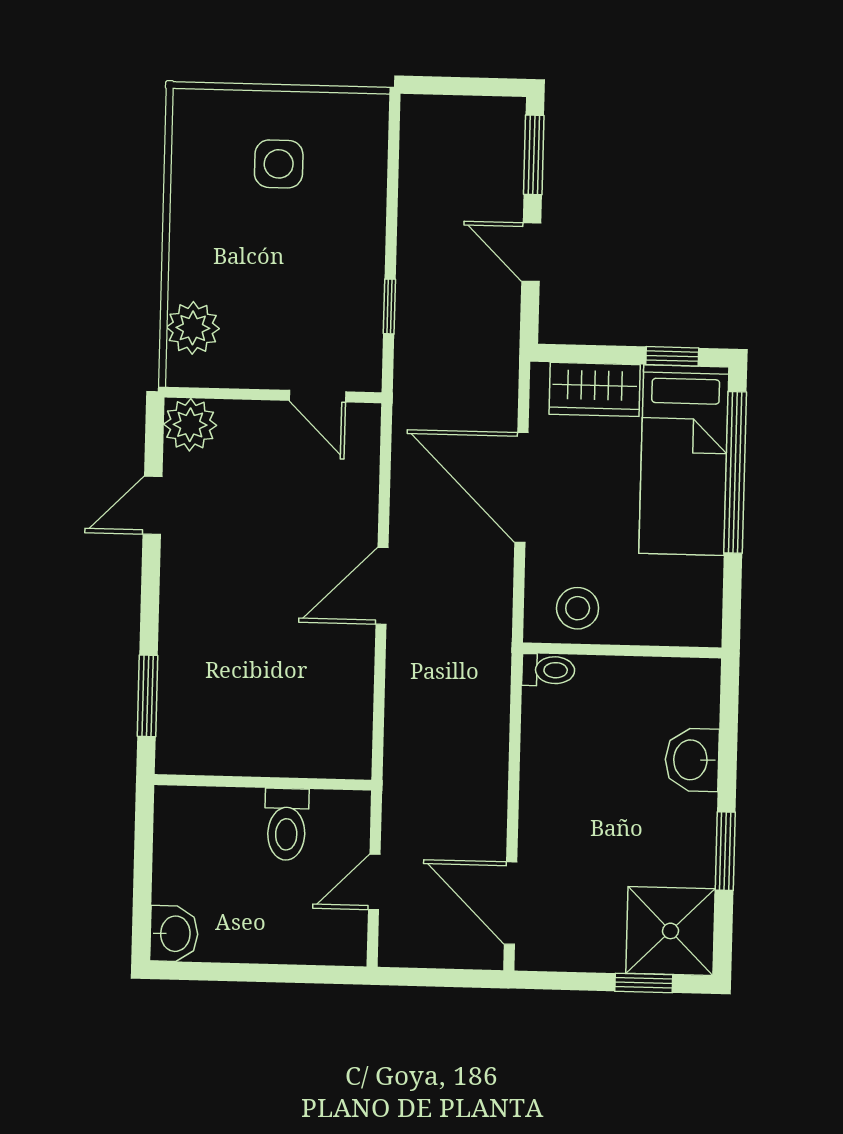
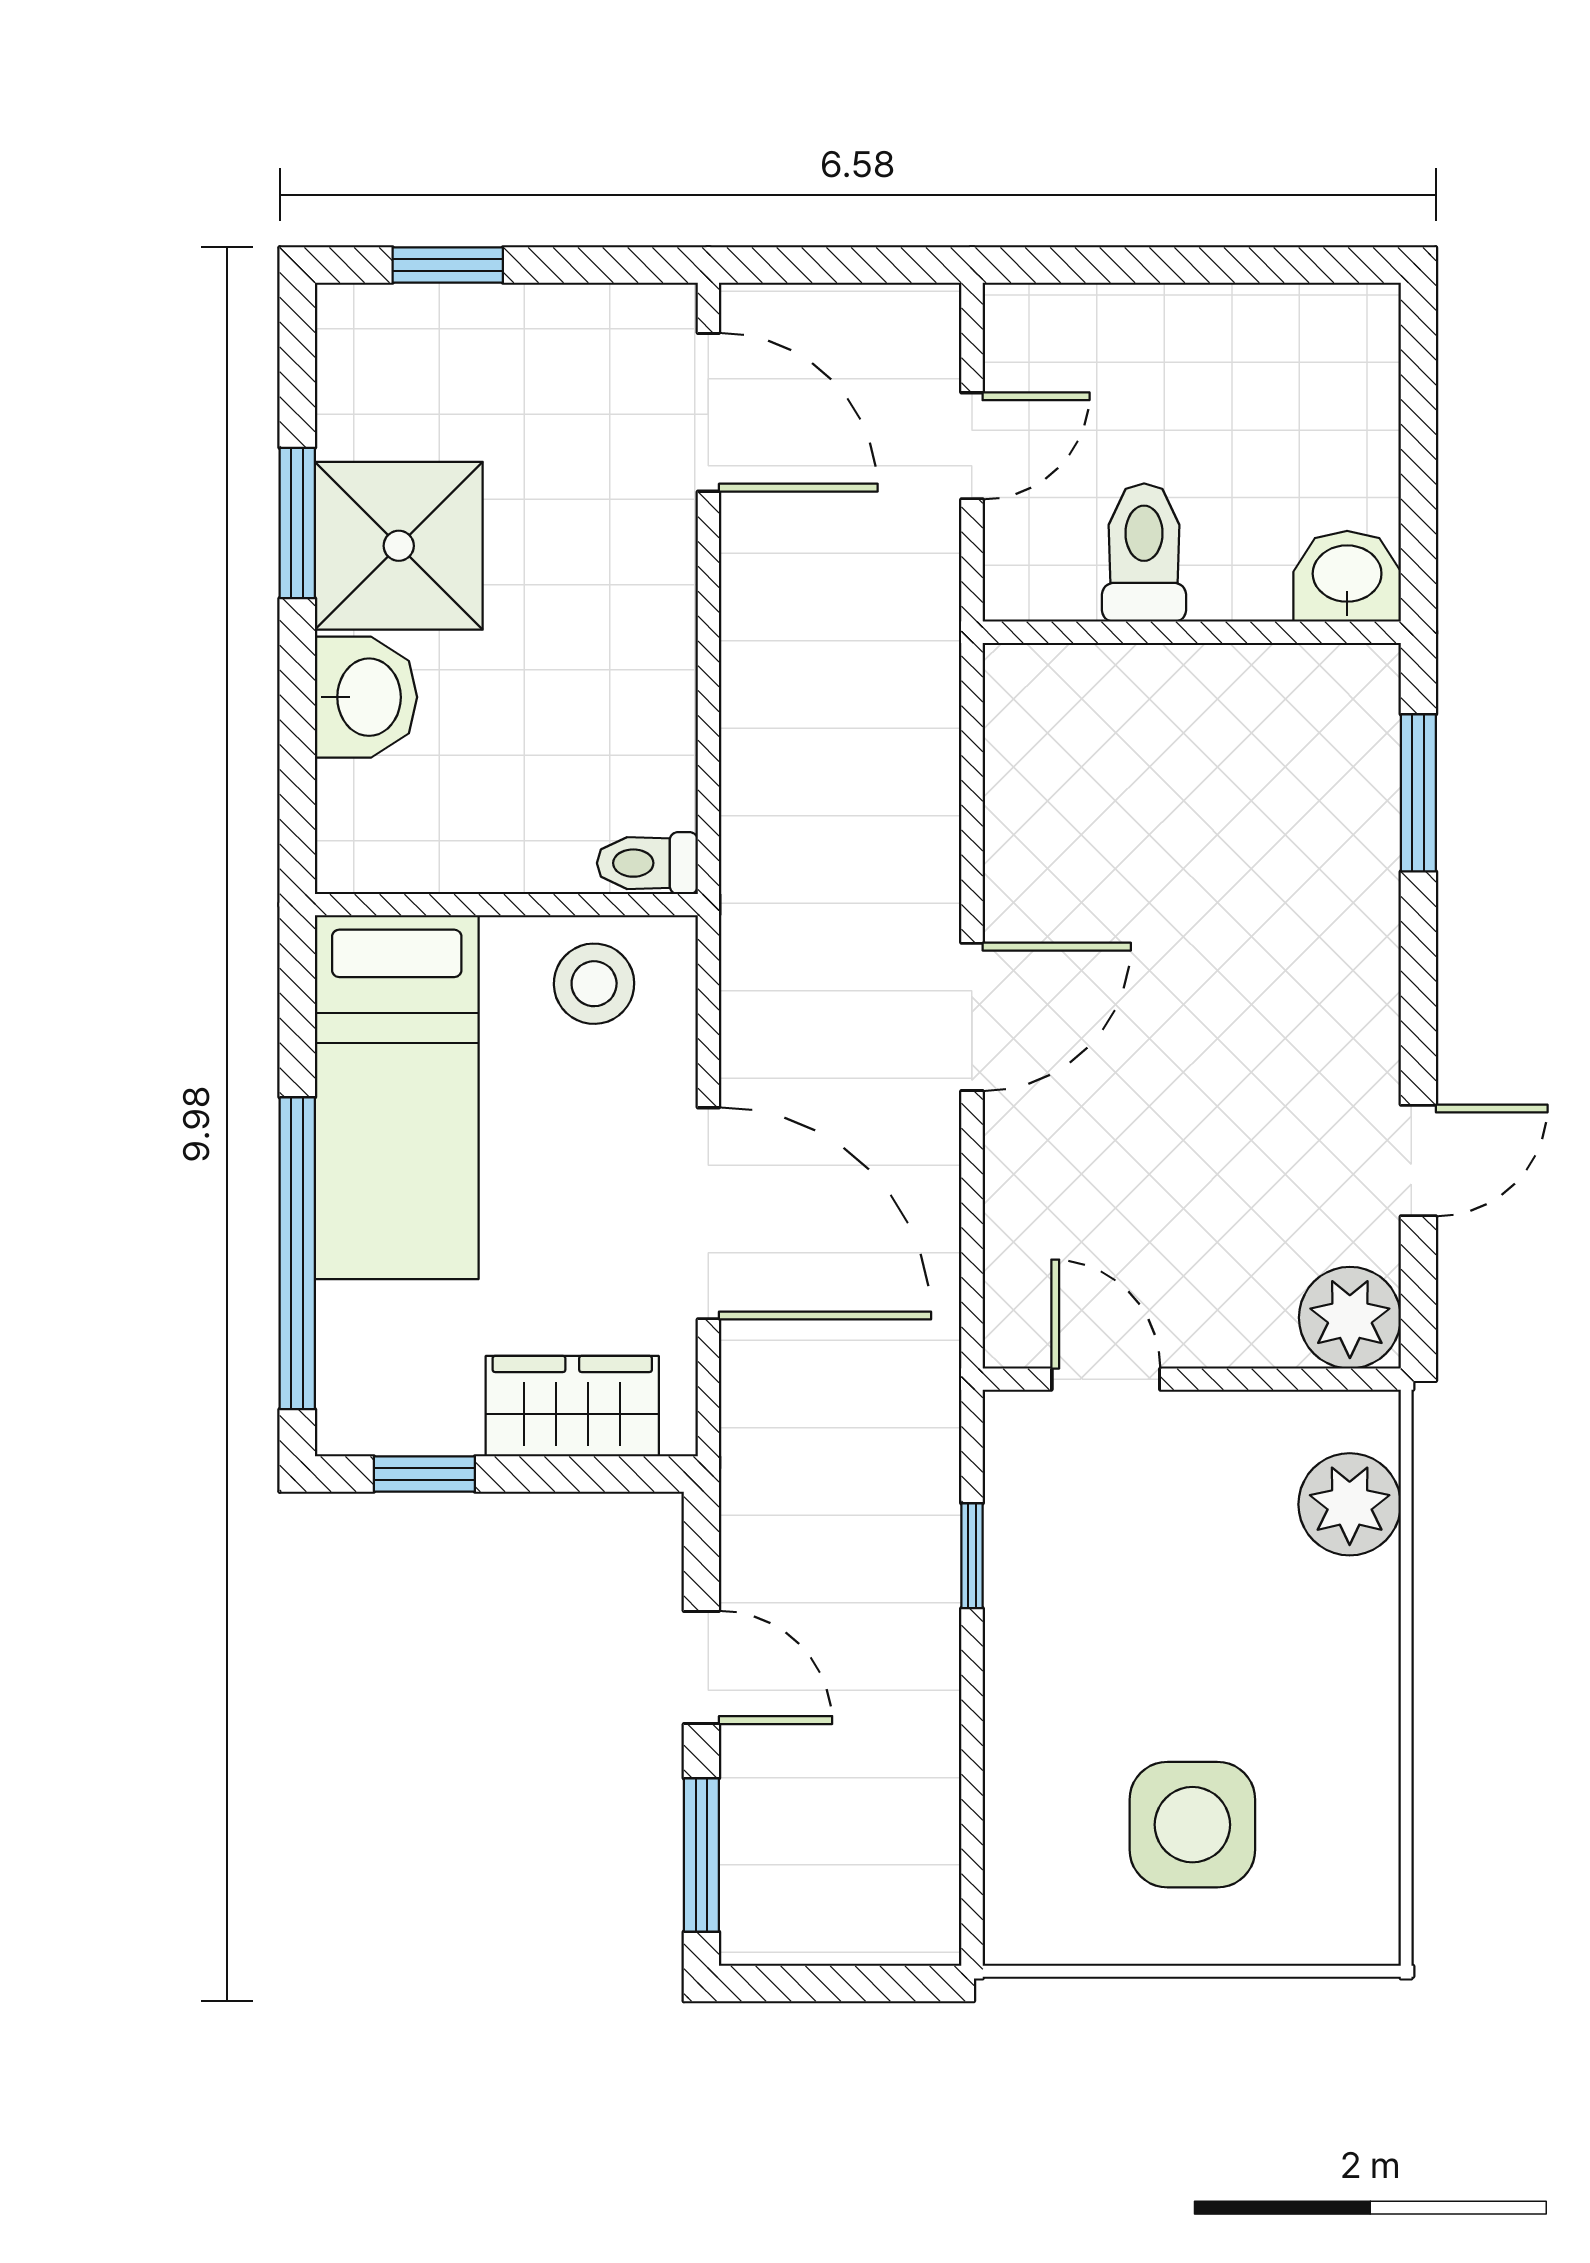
side table: (279, 164) -> (1192, 1825), width x1.37, depth x1.37
bed: (684, 460) -> (397, 1097), moved, turned 180
shower: (670, 931) -> (399, 546), moved
washbasin: (174, 934) -> (1347, 576), moved, turned 90

